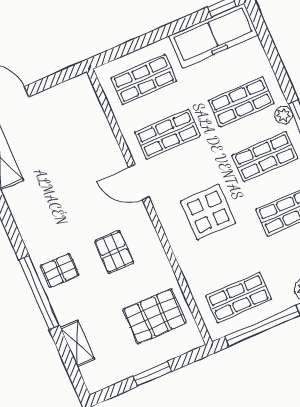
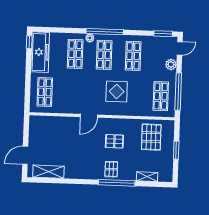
shop shelf: (167, 134) -> (74, 93), removed

